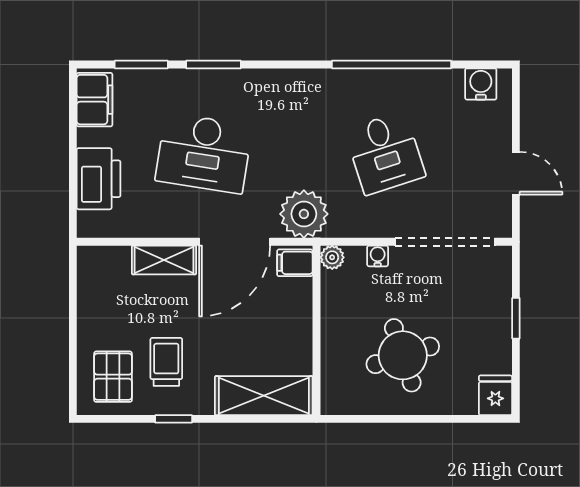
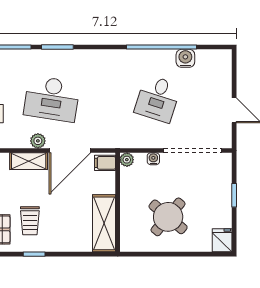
water cooler: (481, 84) -> (185, 58), moved
desk: (385, 153) -> (158, 99), turned 36
plant: (304, 214) -> (38, 141), moved, width x0.53, depth x0.53
round table: (403, 355) -> (168, 217), turned -32
trolley: (166, 362) -> (30, 221), turned 180
shelving: (264, 396) -> (104, 223), moved, turned 90

